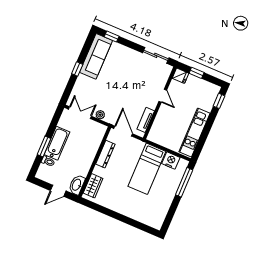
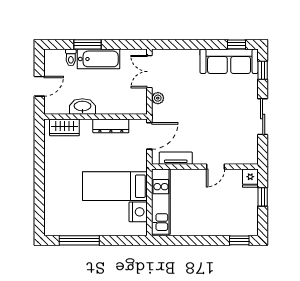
sliding door: (156, 55) -> (263, 117), moved
window: (77, 69) -> (237, 44), moved
double door: (80, 113) -> (149, 72), swing flipped
kitchen unit: (195, 133) -> (161, 202), moved, turned 90
window: (184, 182) -> (79, 240), moved
washbasin: (77, 185) -> (82, 106), moved
door: (58, 191) -> (39, 86), swing flipped

